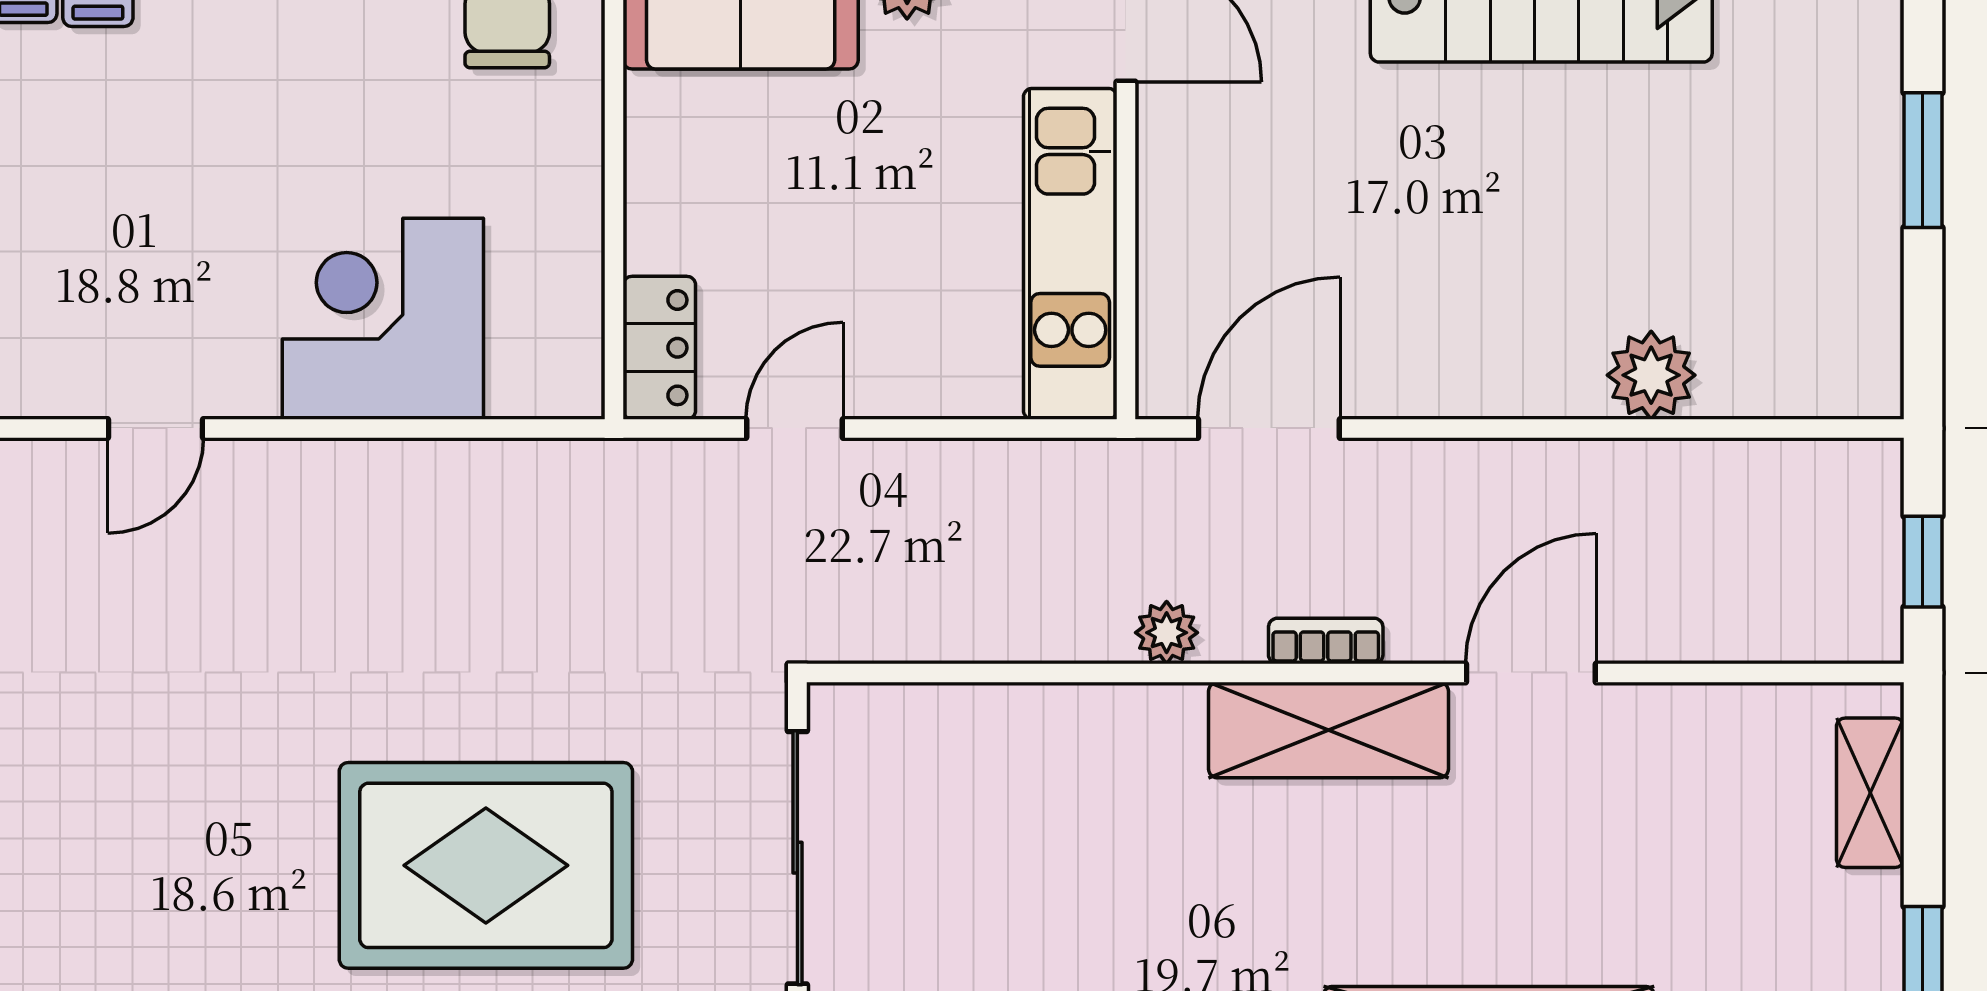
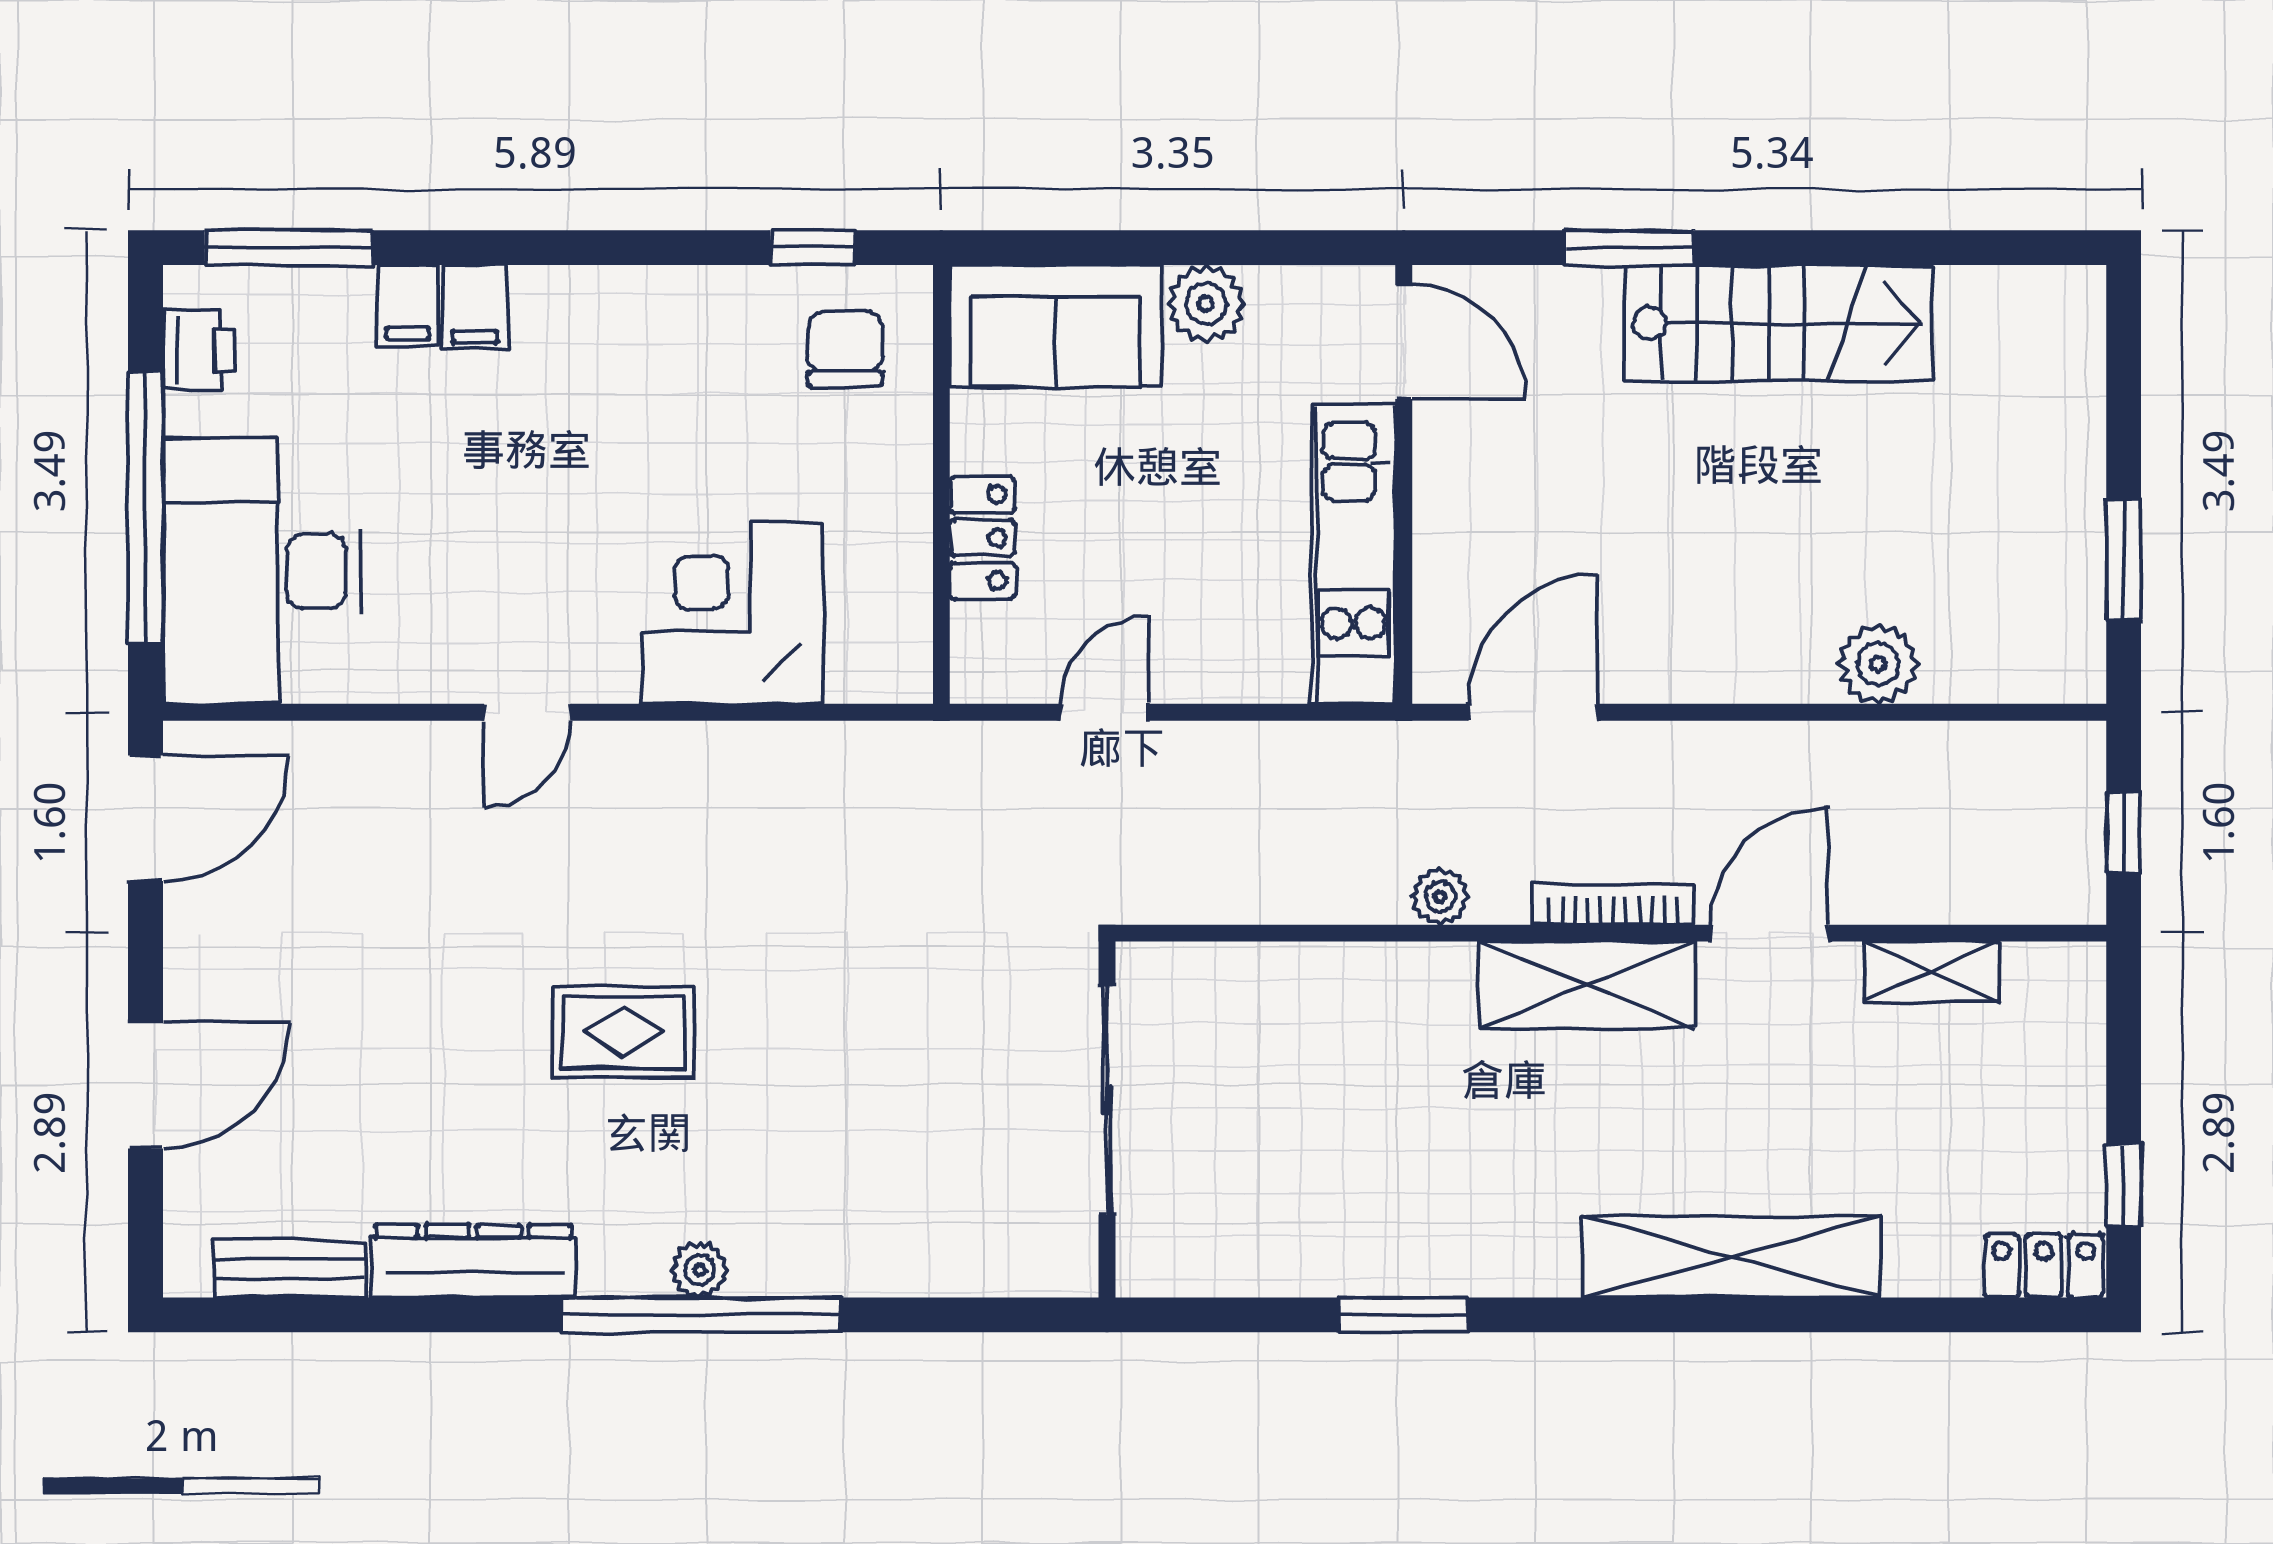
window: (1923, 160) -> (2124, 560), moved
locker: (659, 348) -> (982, 538), moved
bookcase: (1326, 641) -> (1613, 904), width x1.56
shelving: (1870, 793) -> (1932, 972), moved, turned 90
rug: (486, 865) -> (624, 1032), moved, width x0.54, depth x0.49

